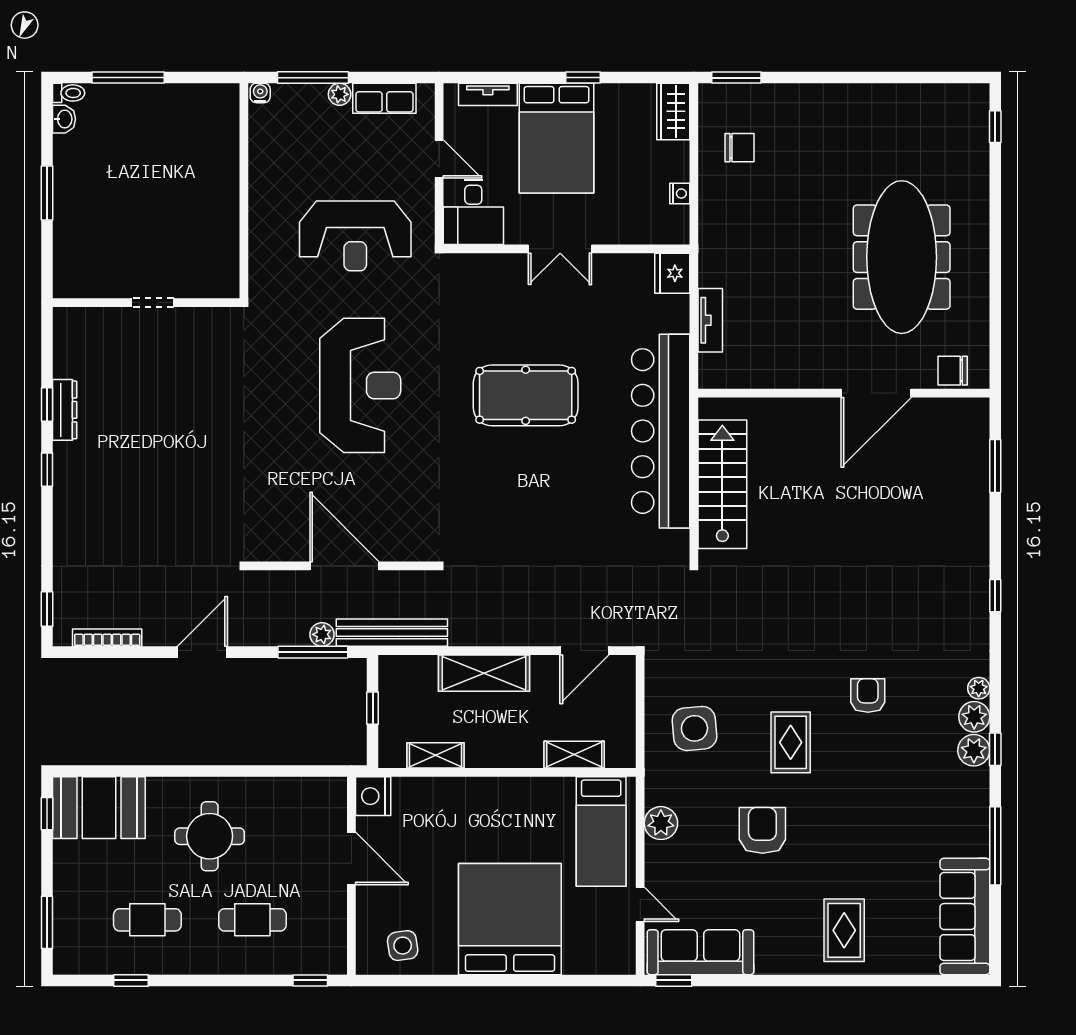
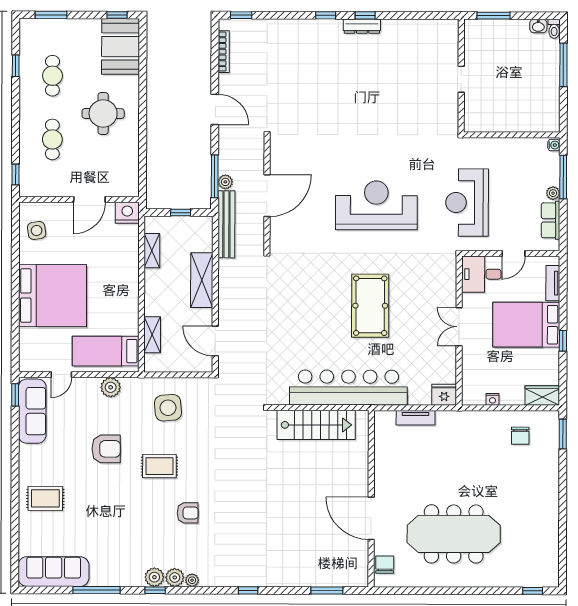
wall: (146, 303) -> (461, 76), moved
doorway: (152, 303) -> (461, 79), moved
reception desk: (360, 385) -> (376, 205), turned 180

